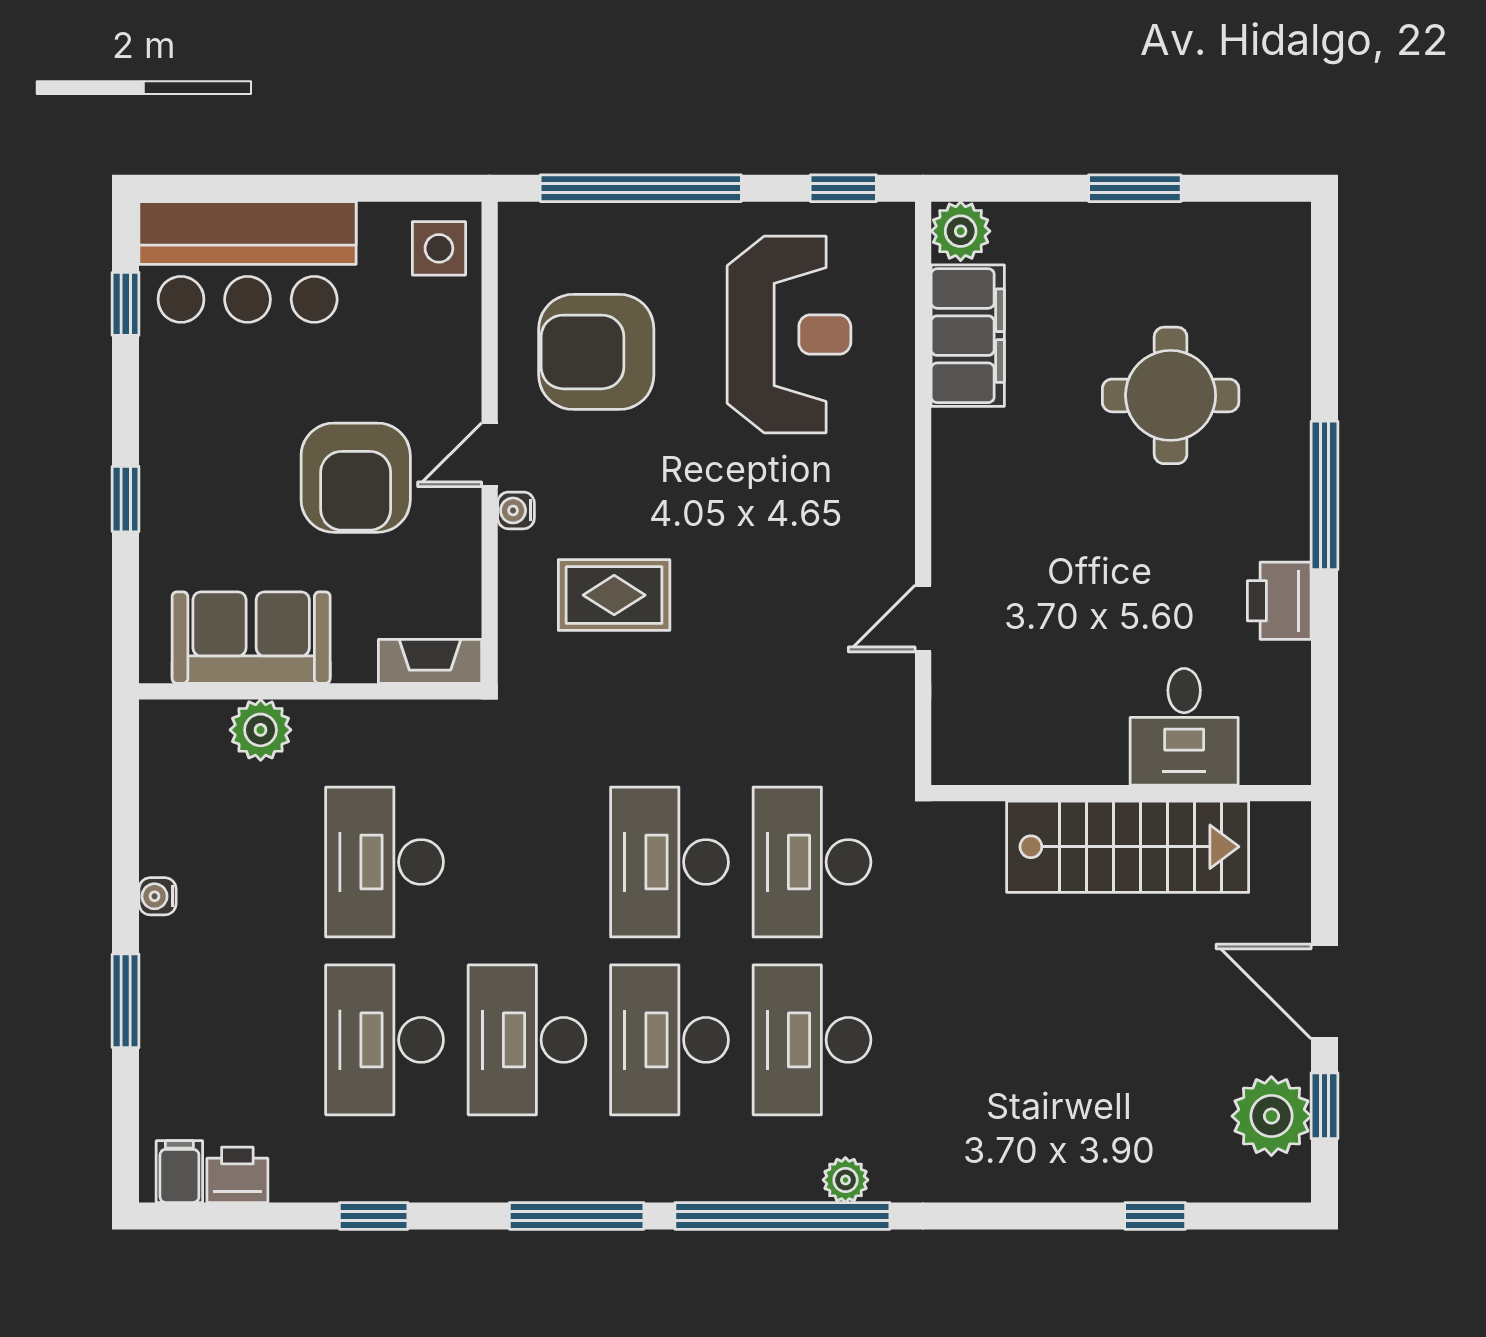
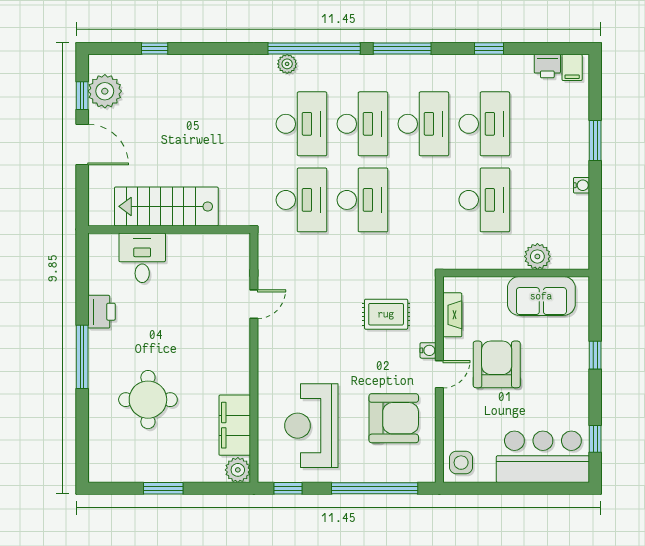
fireplace: (430, 661) -> (452, 315), moved, turned -90

